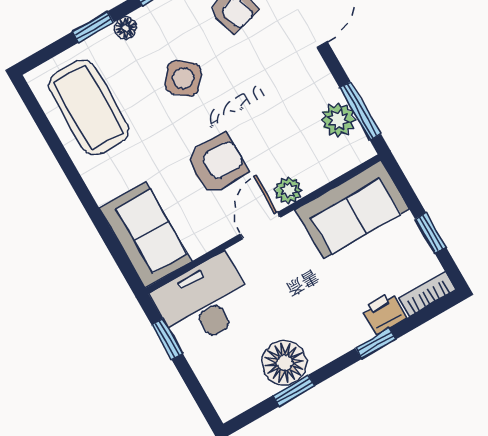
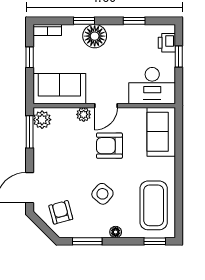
window: (93, 27) -> (155, 241), moved
plant: (338, 120) -> (42, 120), moved
printer: (384, 313) -> (167, 43), moved, turned 90
window: (167, 339) -> (179, 57), moved
floor lamp: (285, 363) -> (95, 36), moved

